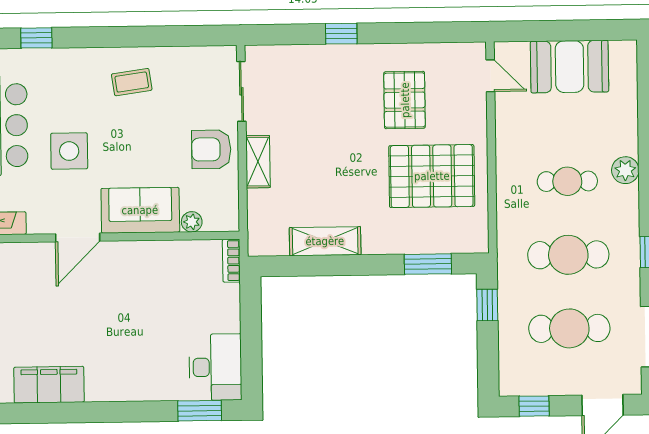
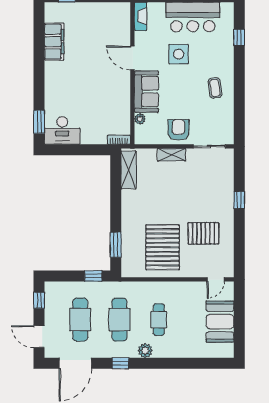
plant: (625, 170) -> (145, 351), moved
shelving: (325, 241) -> (129, 170), moved

